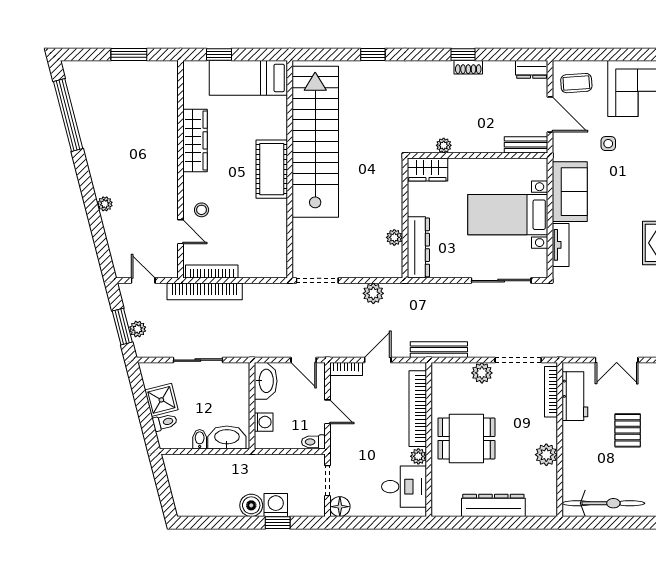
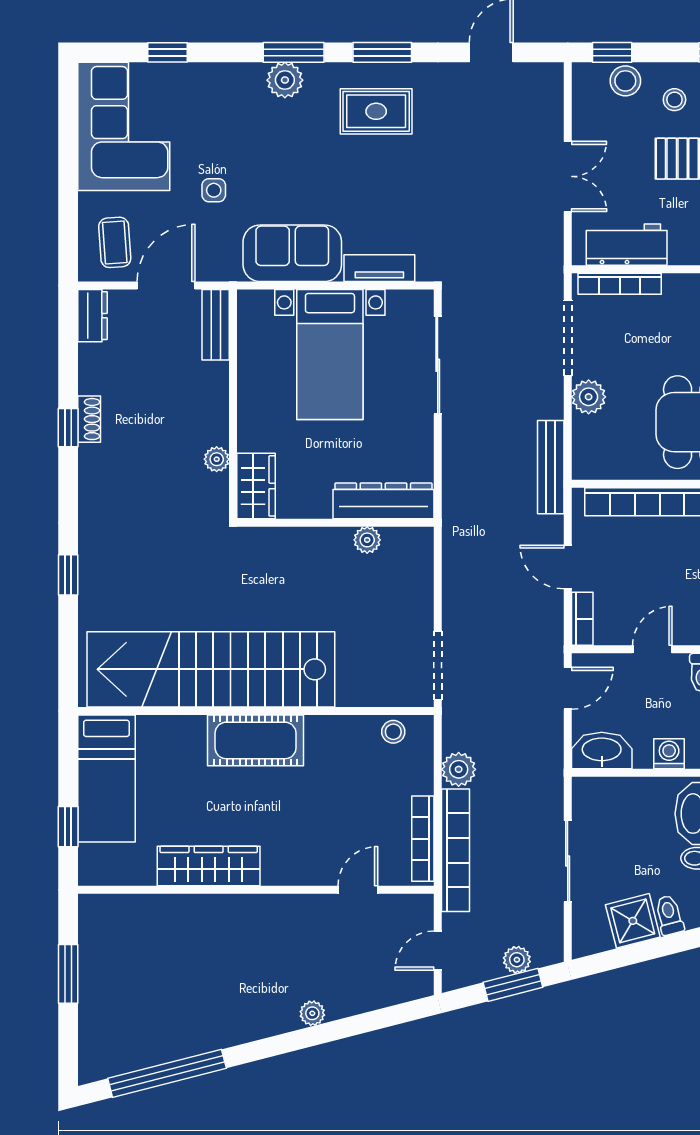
stool: (202, 210) -> (393, 732), moved
plant: (373, 293) -> (459, 769), moved

